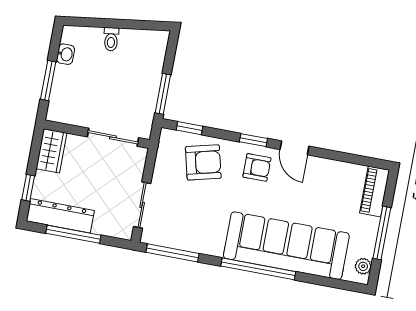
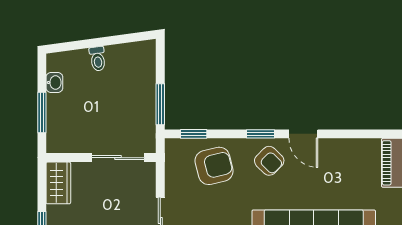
armchair: (257, 167) -> (269, 161), turned 44

